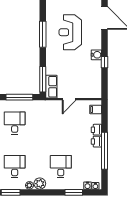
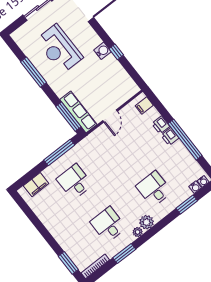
row of seats: (51, 87) -> (78, 112), width x1.48

